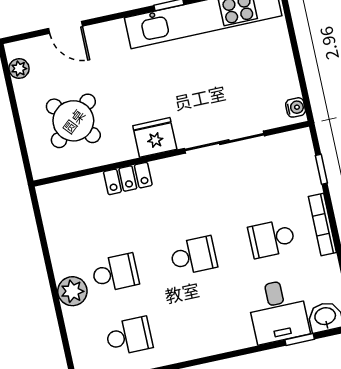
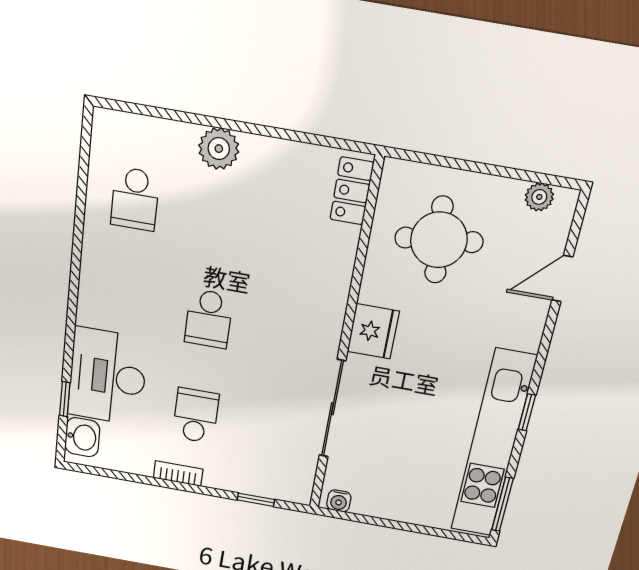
round table: (73, 121) -> (439, 240), turned 35
locker: (128, 179) -> (352, 191), moved
bookcase: (322, 225) -> (178, 474), width x0.64
school desk: (115, 273) -> (223, 214), removed
desk: (278, 311) -> (108, 377), width x1.37

